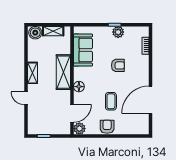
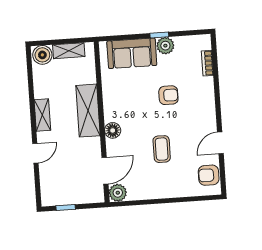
sofa: (83, 50) -> (132, 53), moved, turned 90
door: (26, 98) -> (35, 153), swing flipped
door: (151, 100) -> (220, 143), width x0.53
armchair: (107, 127) -> (209, 175), moved, turned -90

